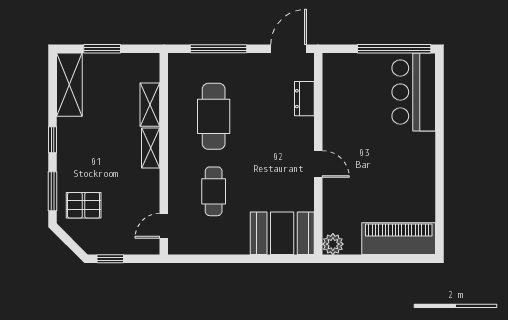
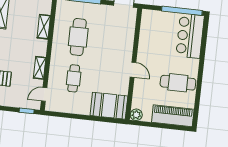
dresser: (304, 99) -> (129, 33), removed
shelving: (151, 148) -> (40, 68), moved
cafe table: (401, 178) -> (178, 83), added
window: (110, 259) -> (27, 111), moved

